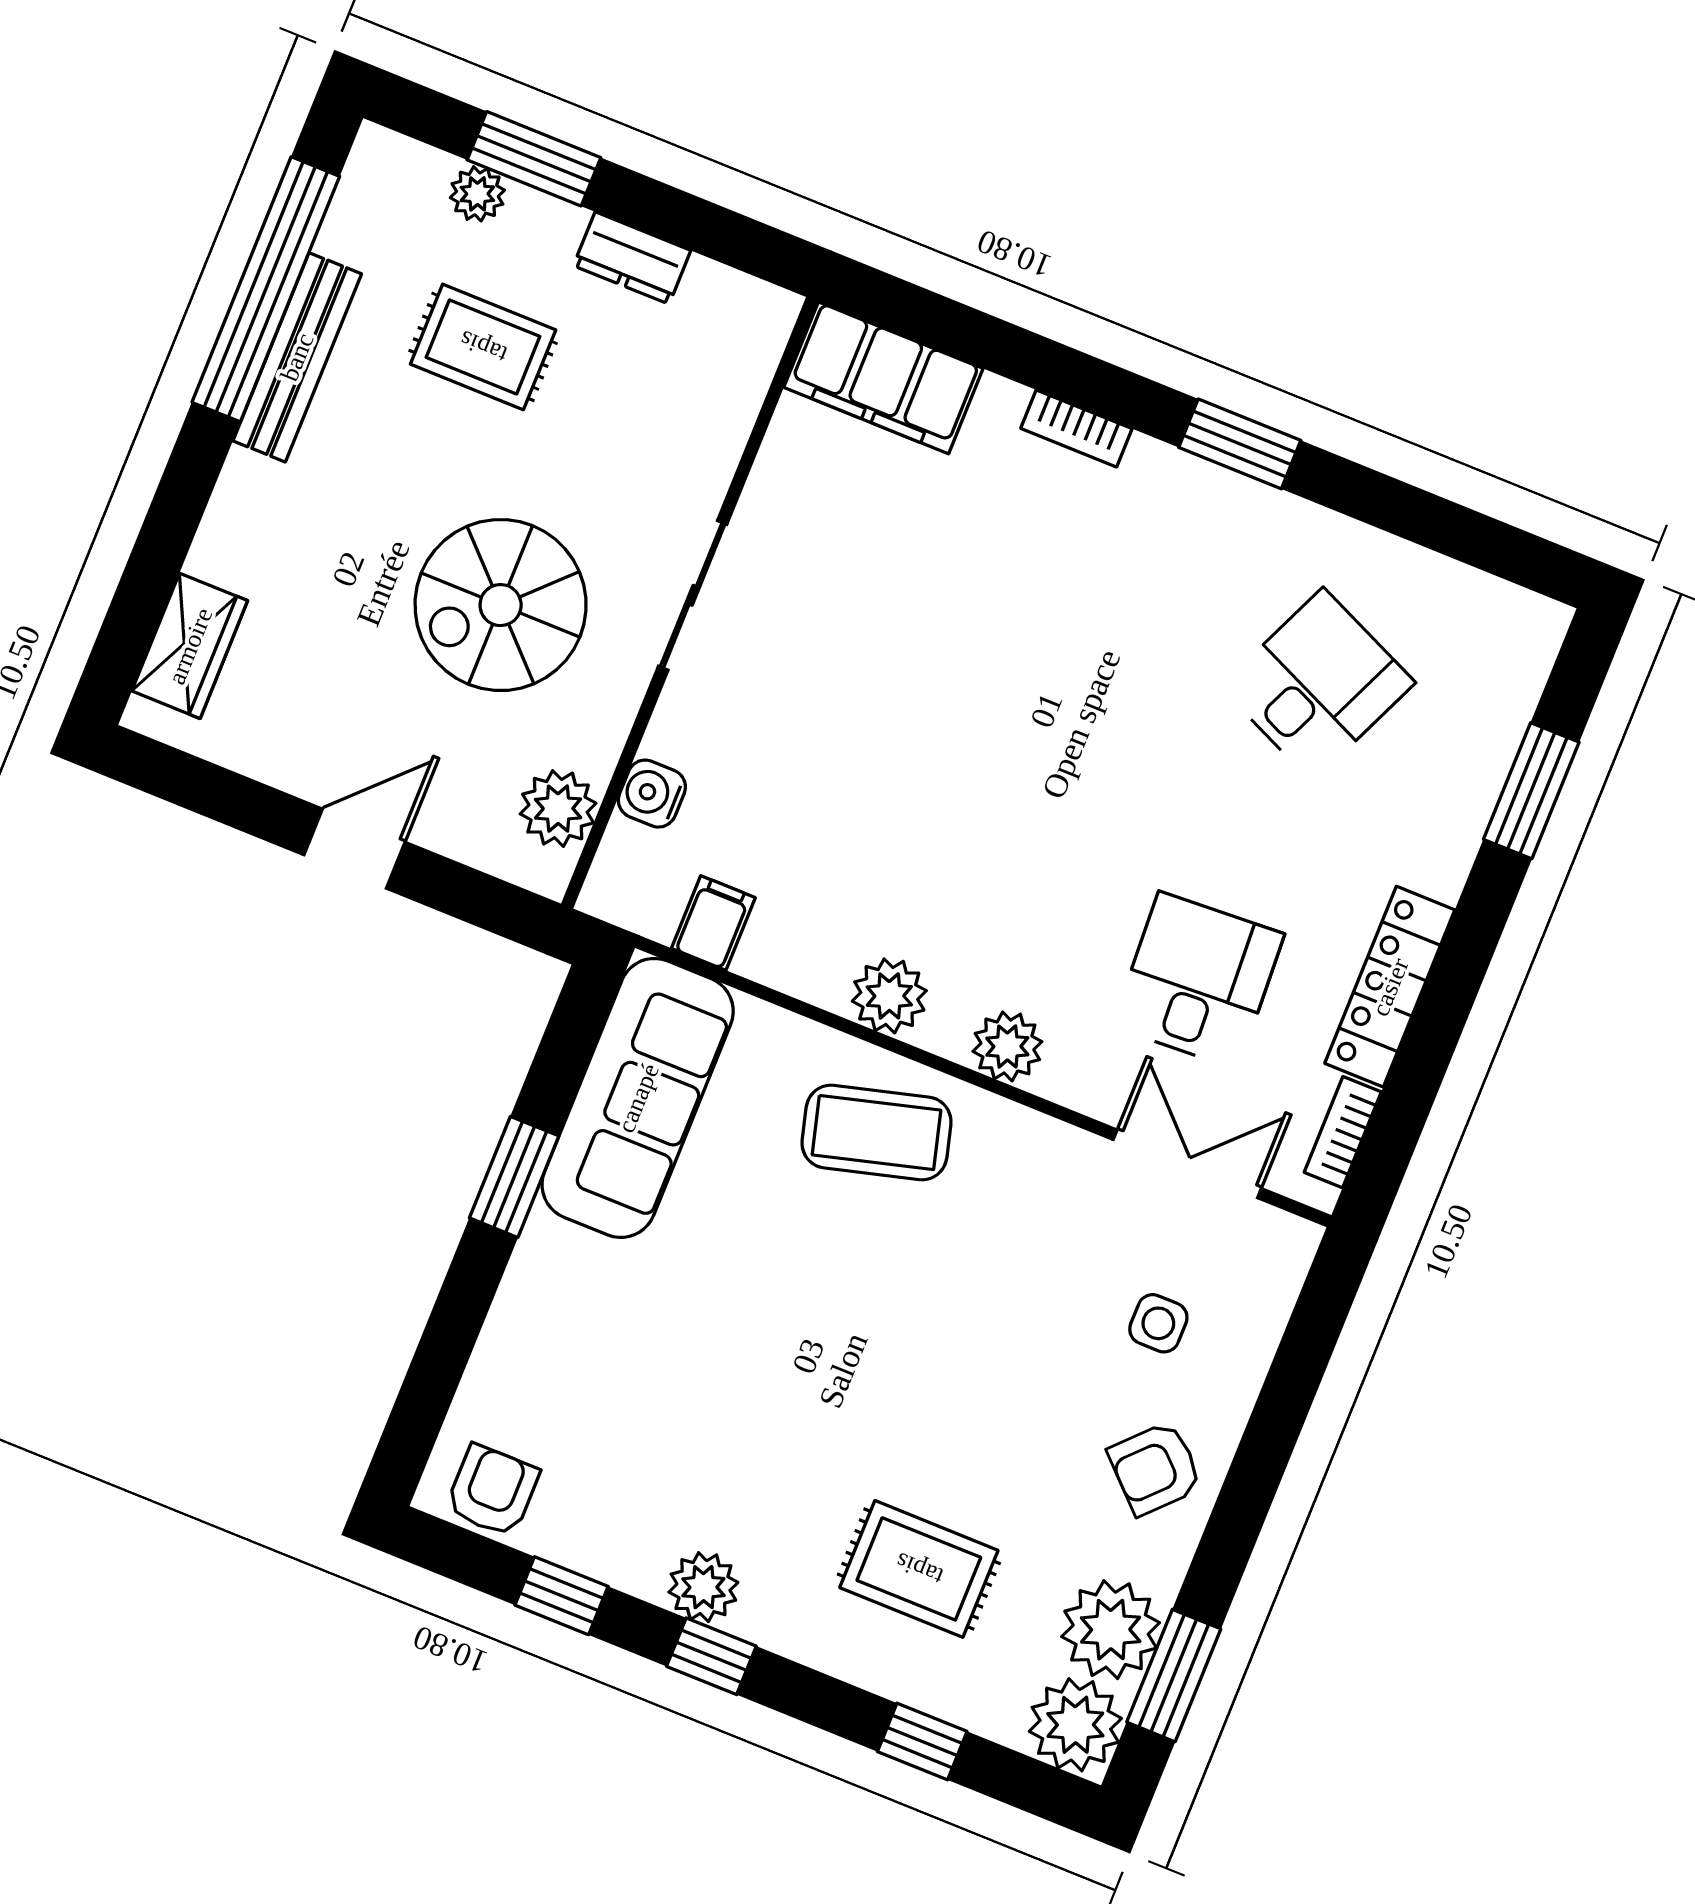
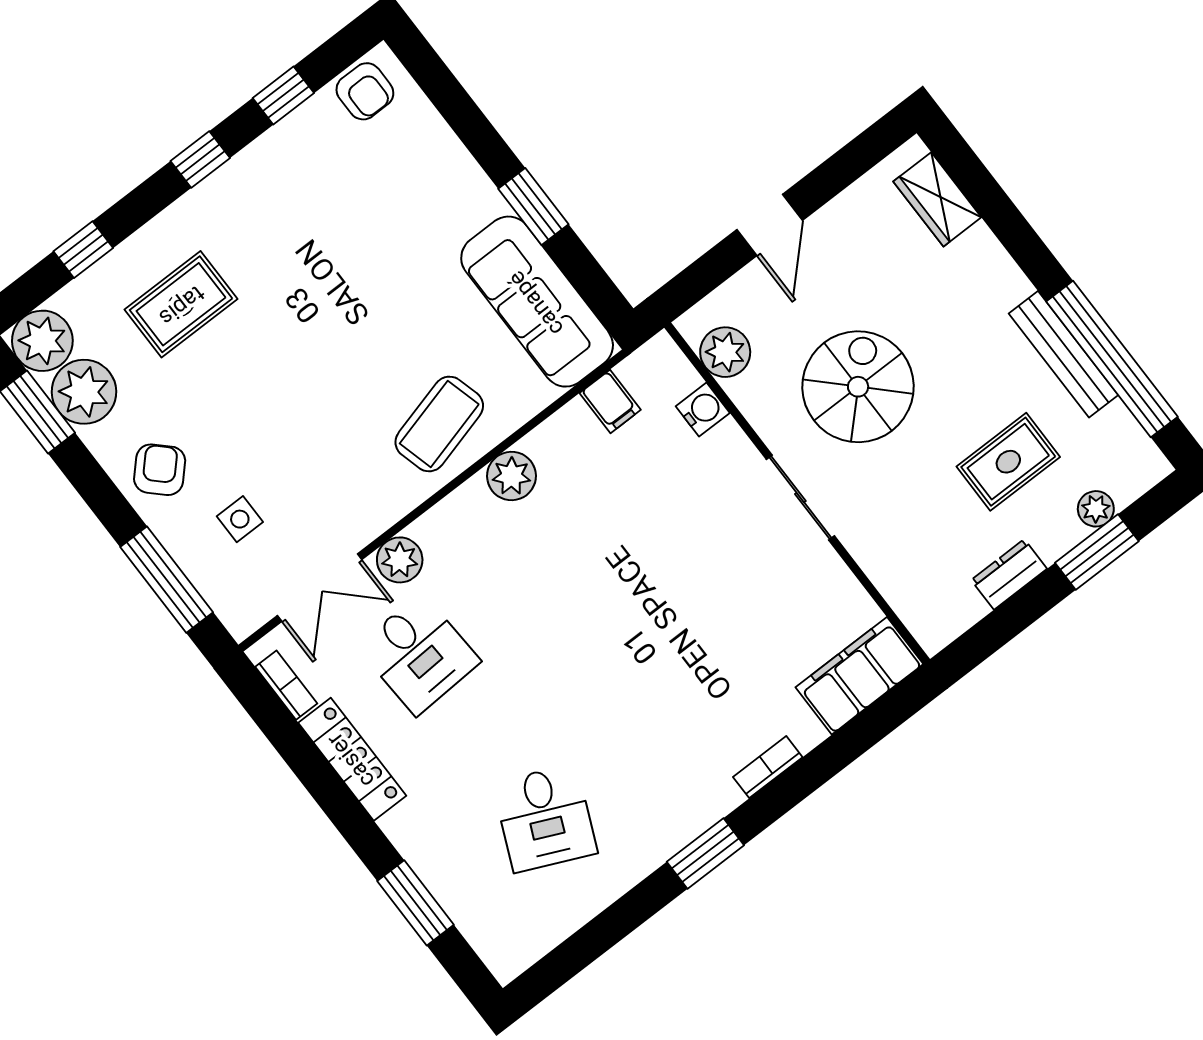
plant: (1007, 1046) -> (400, 560), moved
window: (1296, 1373) -> (167, 580), added
plant: (703, 1587) -> (242, 178), removed

